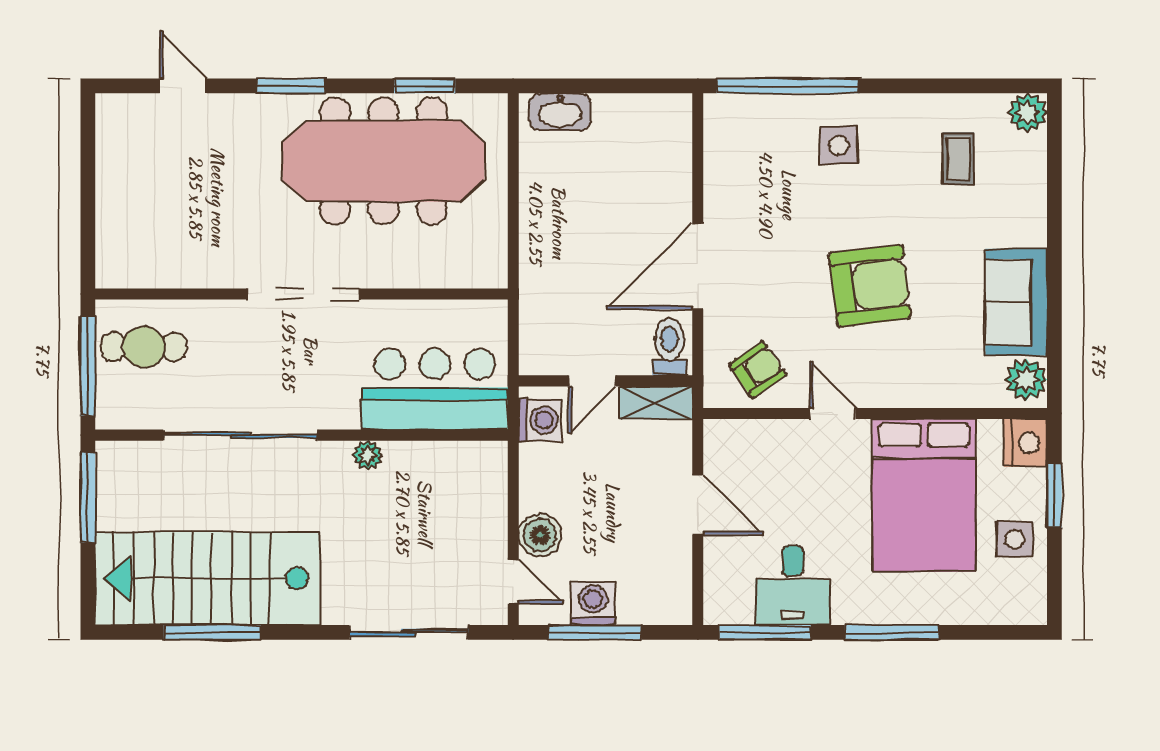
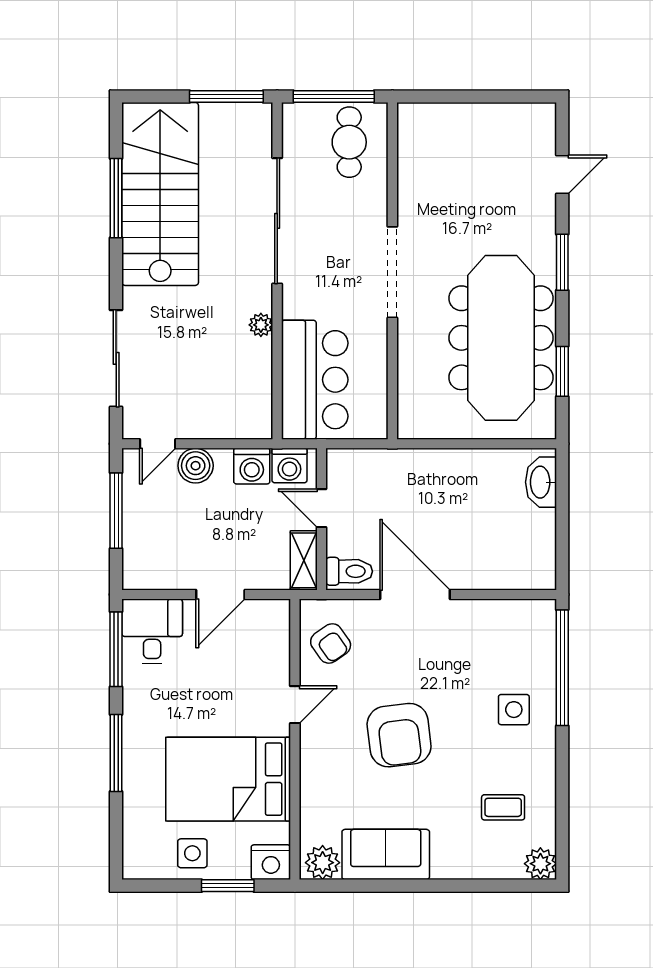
desk: (792, 585) -> (152, 631), moved, turned 90
washing machine: (593, 603) -> (252, 466), moved, turned 90

